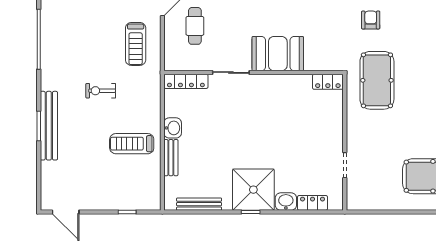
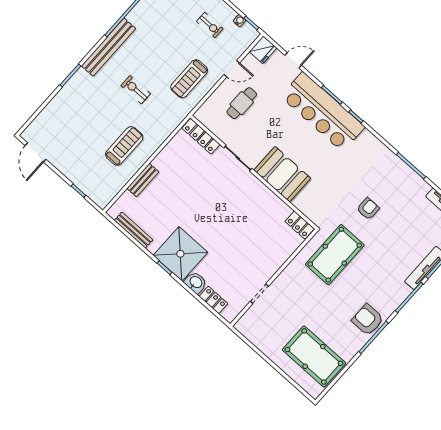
bench: (49, 126) -> (109, 47), moved
washbasin: (173, 128) -> (163, 160), removed
treadmill: (132, 144) -> (124, 146), turned 90

